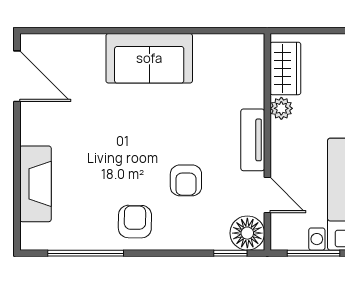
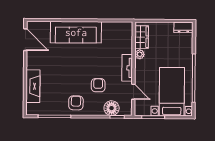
sofa: (149, 58) -> (76, 32), width x1.36
armchair: (186, 180) -> (98, 85), turned 180
floor lamp: (247, 233) -> (112, 108), moved

